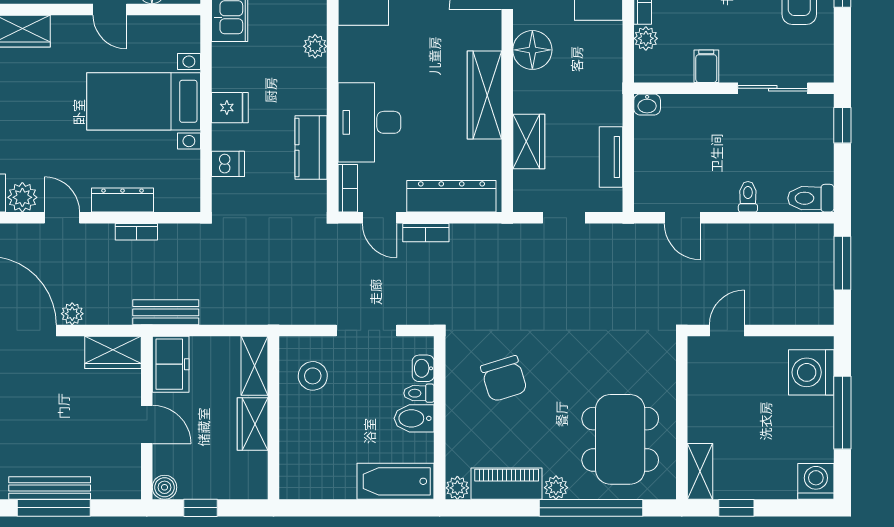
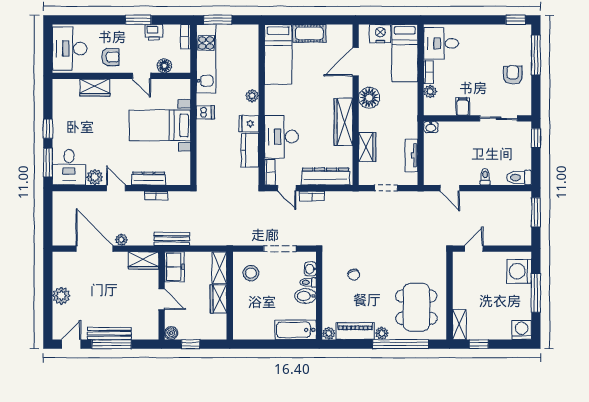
fridge: (230, 108) -> (249, 124), moved, turned 180
dishwasher: (228, 164) -> (205, 112), moved
chair: (504, 379) -> (354, 275), width x0.54, depth x0.54

